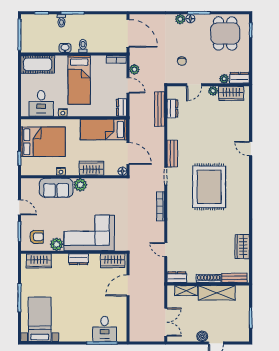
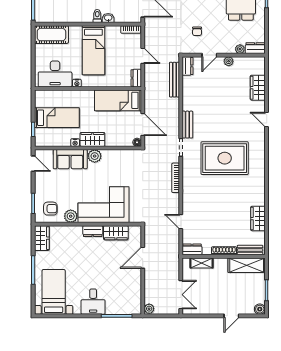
washbasin: (65, 48) -> (108, 18), moved
plant: (134, 69) -> (149, 309), moved
wardrobe: (231, 93) -> (258, 88), moved, turned 90
desk: (41, 103) -> (55, 74), width x1.37
dresser: (172, 109) -> (188, 66), moved
bed: (43, 142) -> (57, 118), width x0.67
wardrobe: (91, 168) -> (92, 139), moved
rug: (209, 187) -> (225, 158), turned 90
door: (19, 207) -> (33, 164), moved
wardrobe: (39, 261) -> (42, 238), moved, turned -90
wardrobe: (113, 261) -> (116, 233), moved
shelving: (217, 293) -> (247, 265), moved
desk: (105, 329) -> (93, 302), moved
boiler: (202, 336) -> (260, 309), moved

